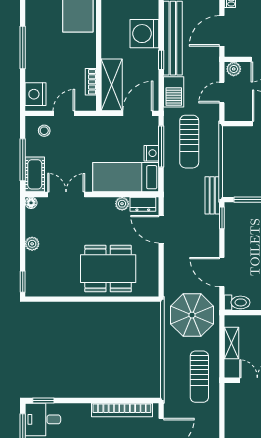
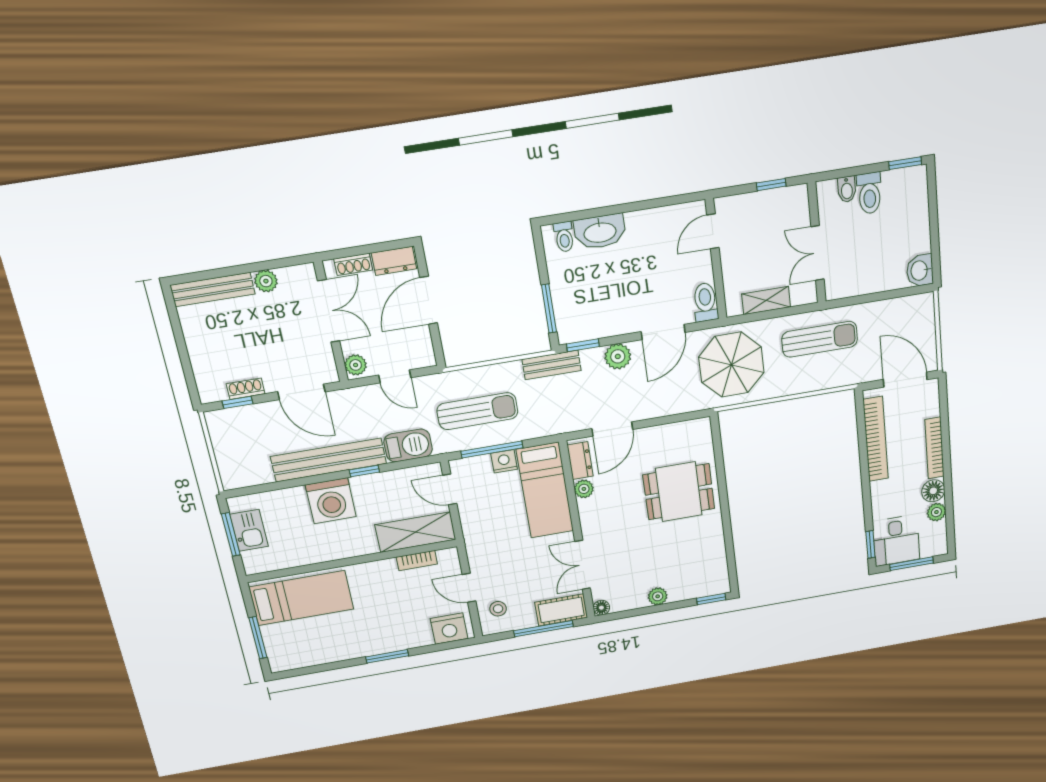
window: (23, 48) -> (387, 656), width x0.69
door: (138, 113) -> (450, 489), width x0.73
plant: (211, 240) -> (618, 356), added
dining table: (108, 269) -> (679, 492), width x0.73

